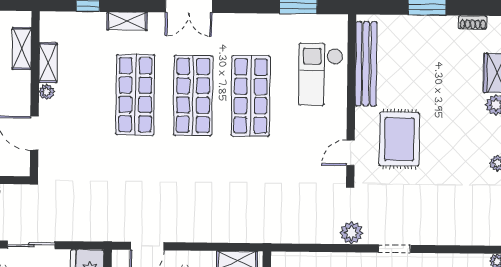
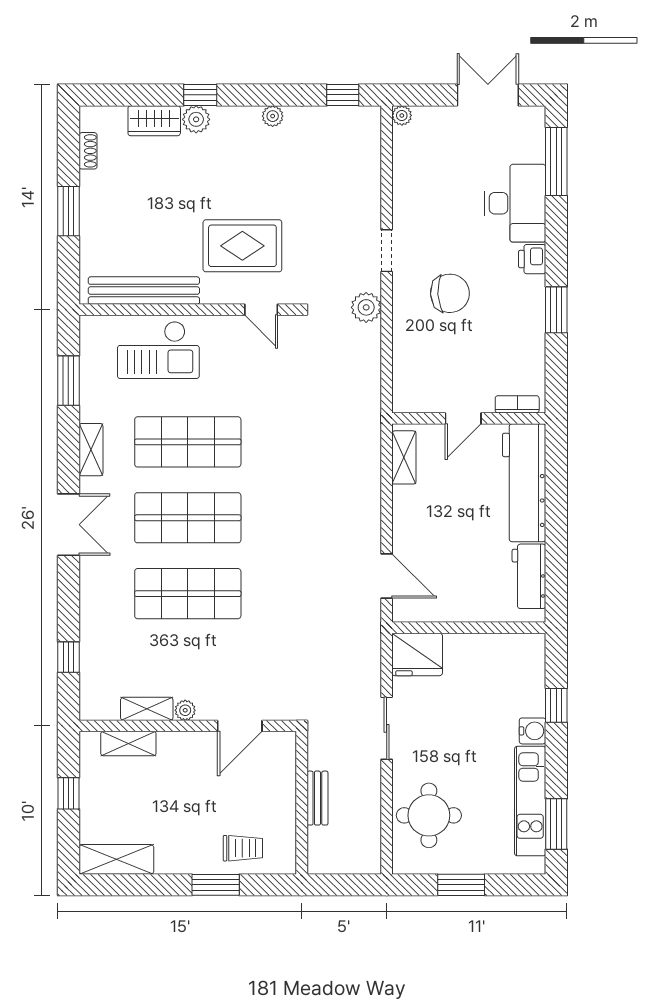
shelving: (127, 21) -> (91, 450), moved

